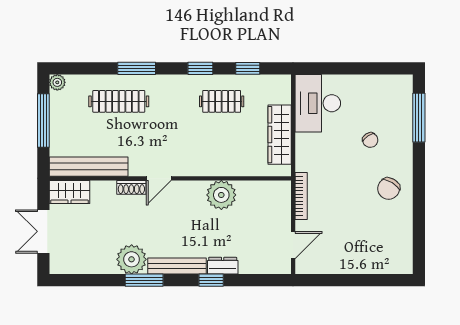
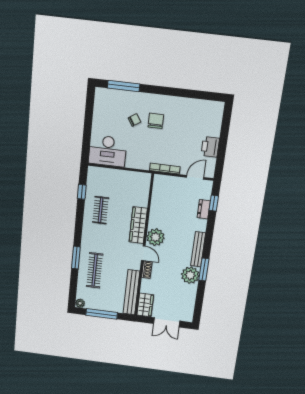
window: (200, 68) -> (79, 220), removed
wardrobe: (280, 135) -> (138, 225), moved, turned 90
chair: (389, 189) -> (156, 121), moved, turned -121
plant: (221, 195) -> (155, 237), moved
door: (293, 245) -> (195, 177), hinge flipped
printer: (343, 262) -> (210, 147), added
dresser: (223, 266) -> (204, 209), moved
window: (211, 280) -> (214, 203), moved

